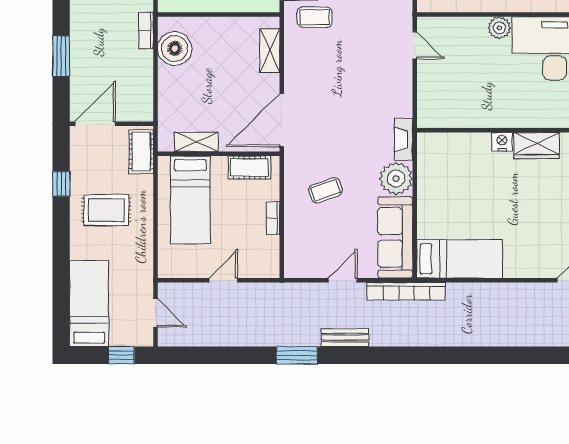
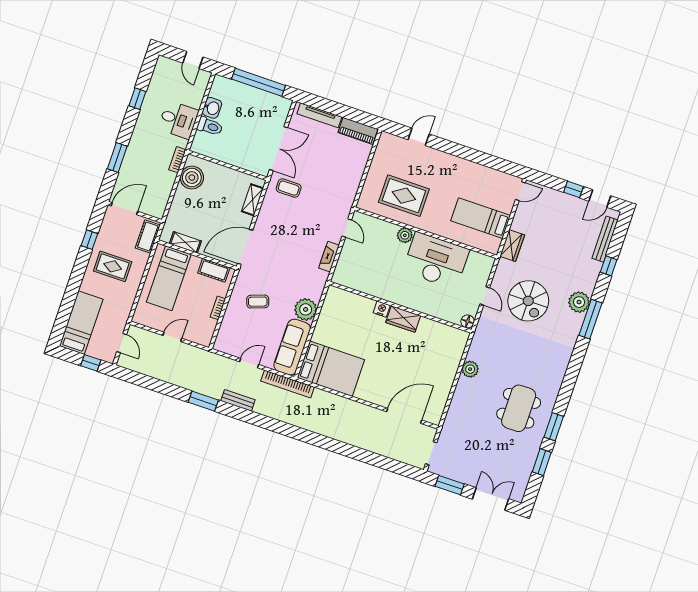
fireplace: (404, 139) -> (329, 257), moved
bed: (460, 259) -> (331, 369), width x1.50

